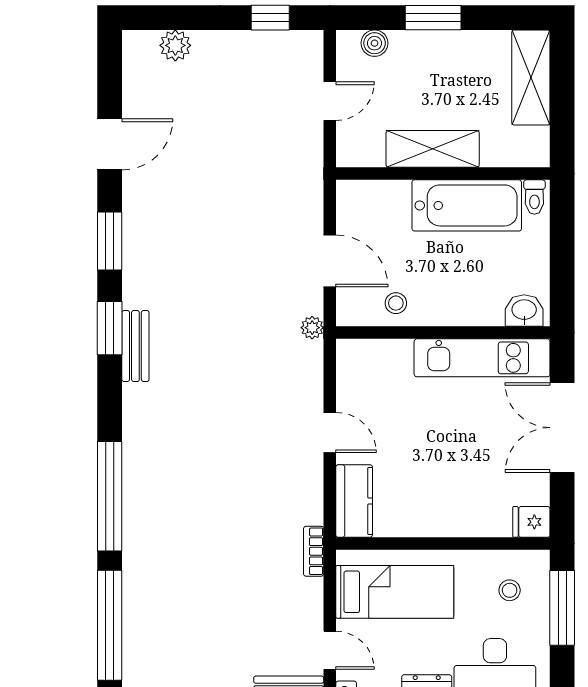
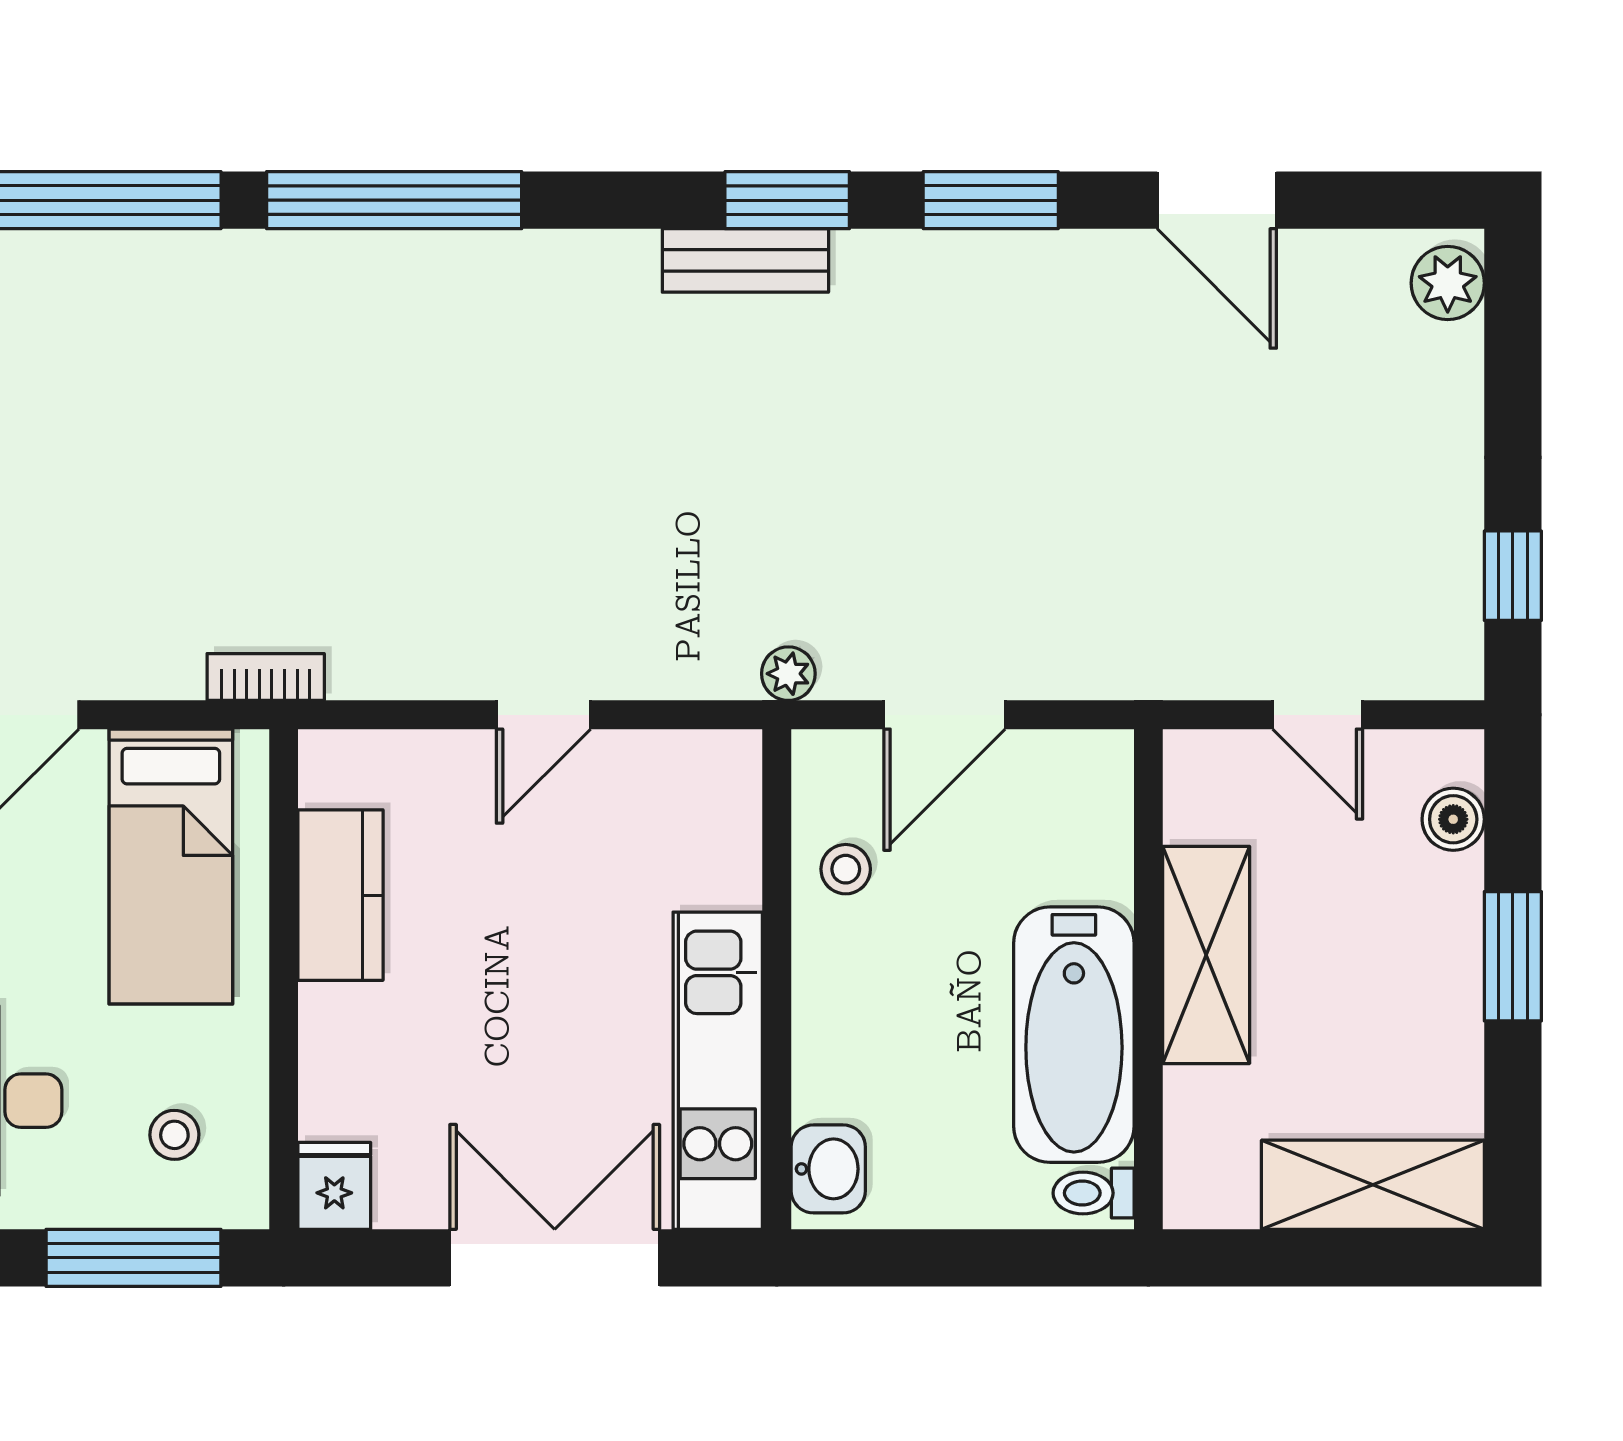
plant: (175, 45) -> (1448, 283), moved
kitchen counter: (354, 501) -> (341, 895), moved, turned -90

